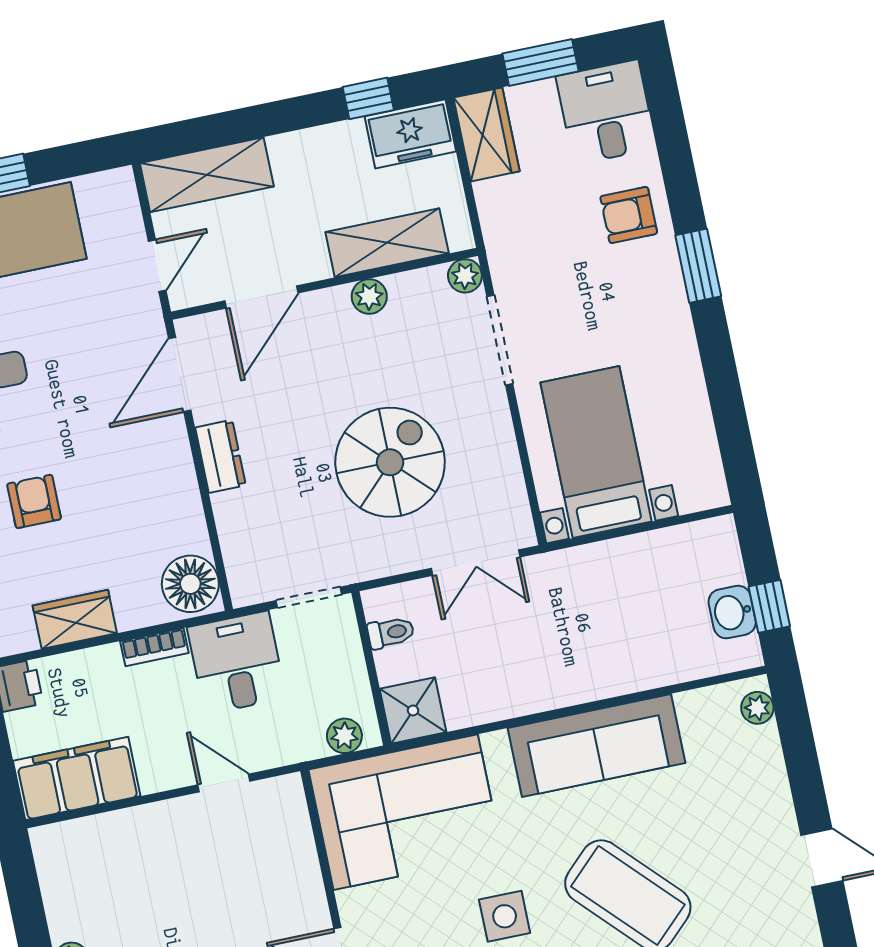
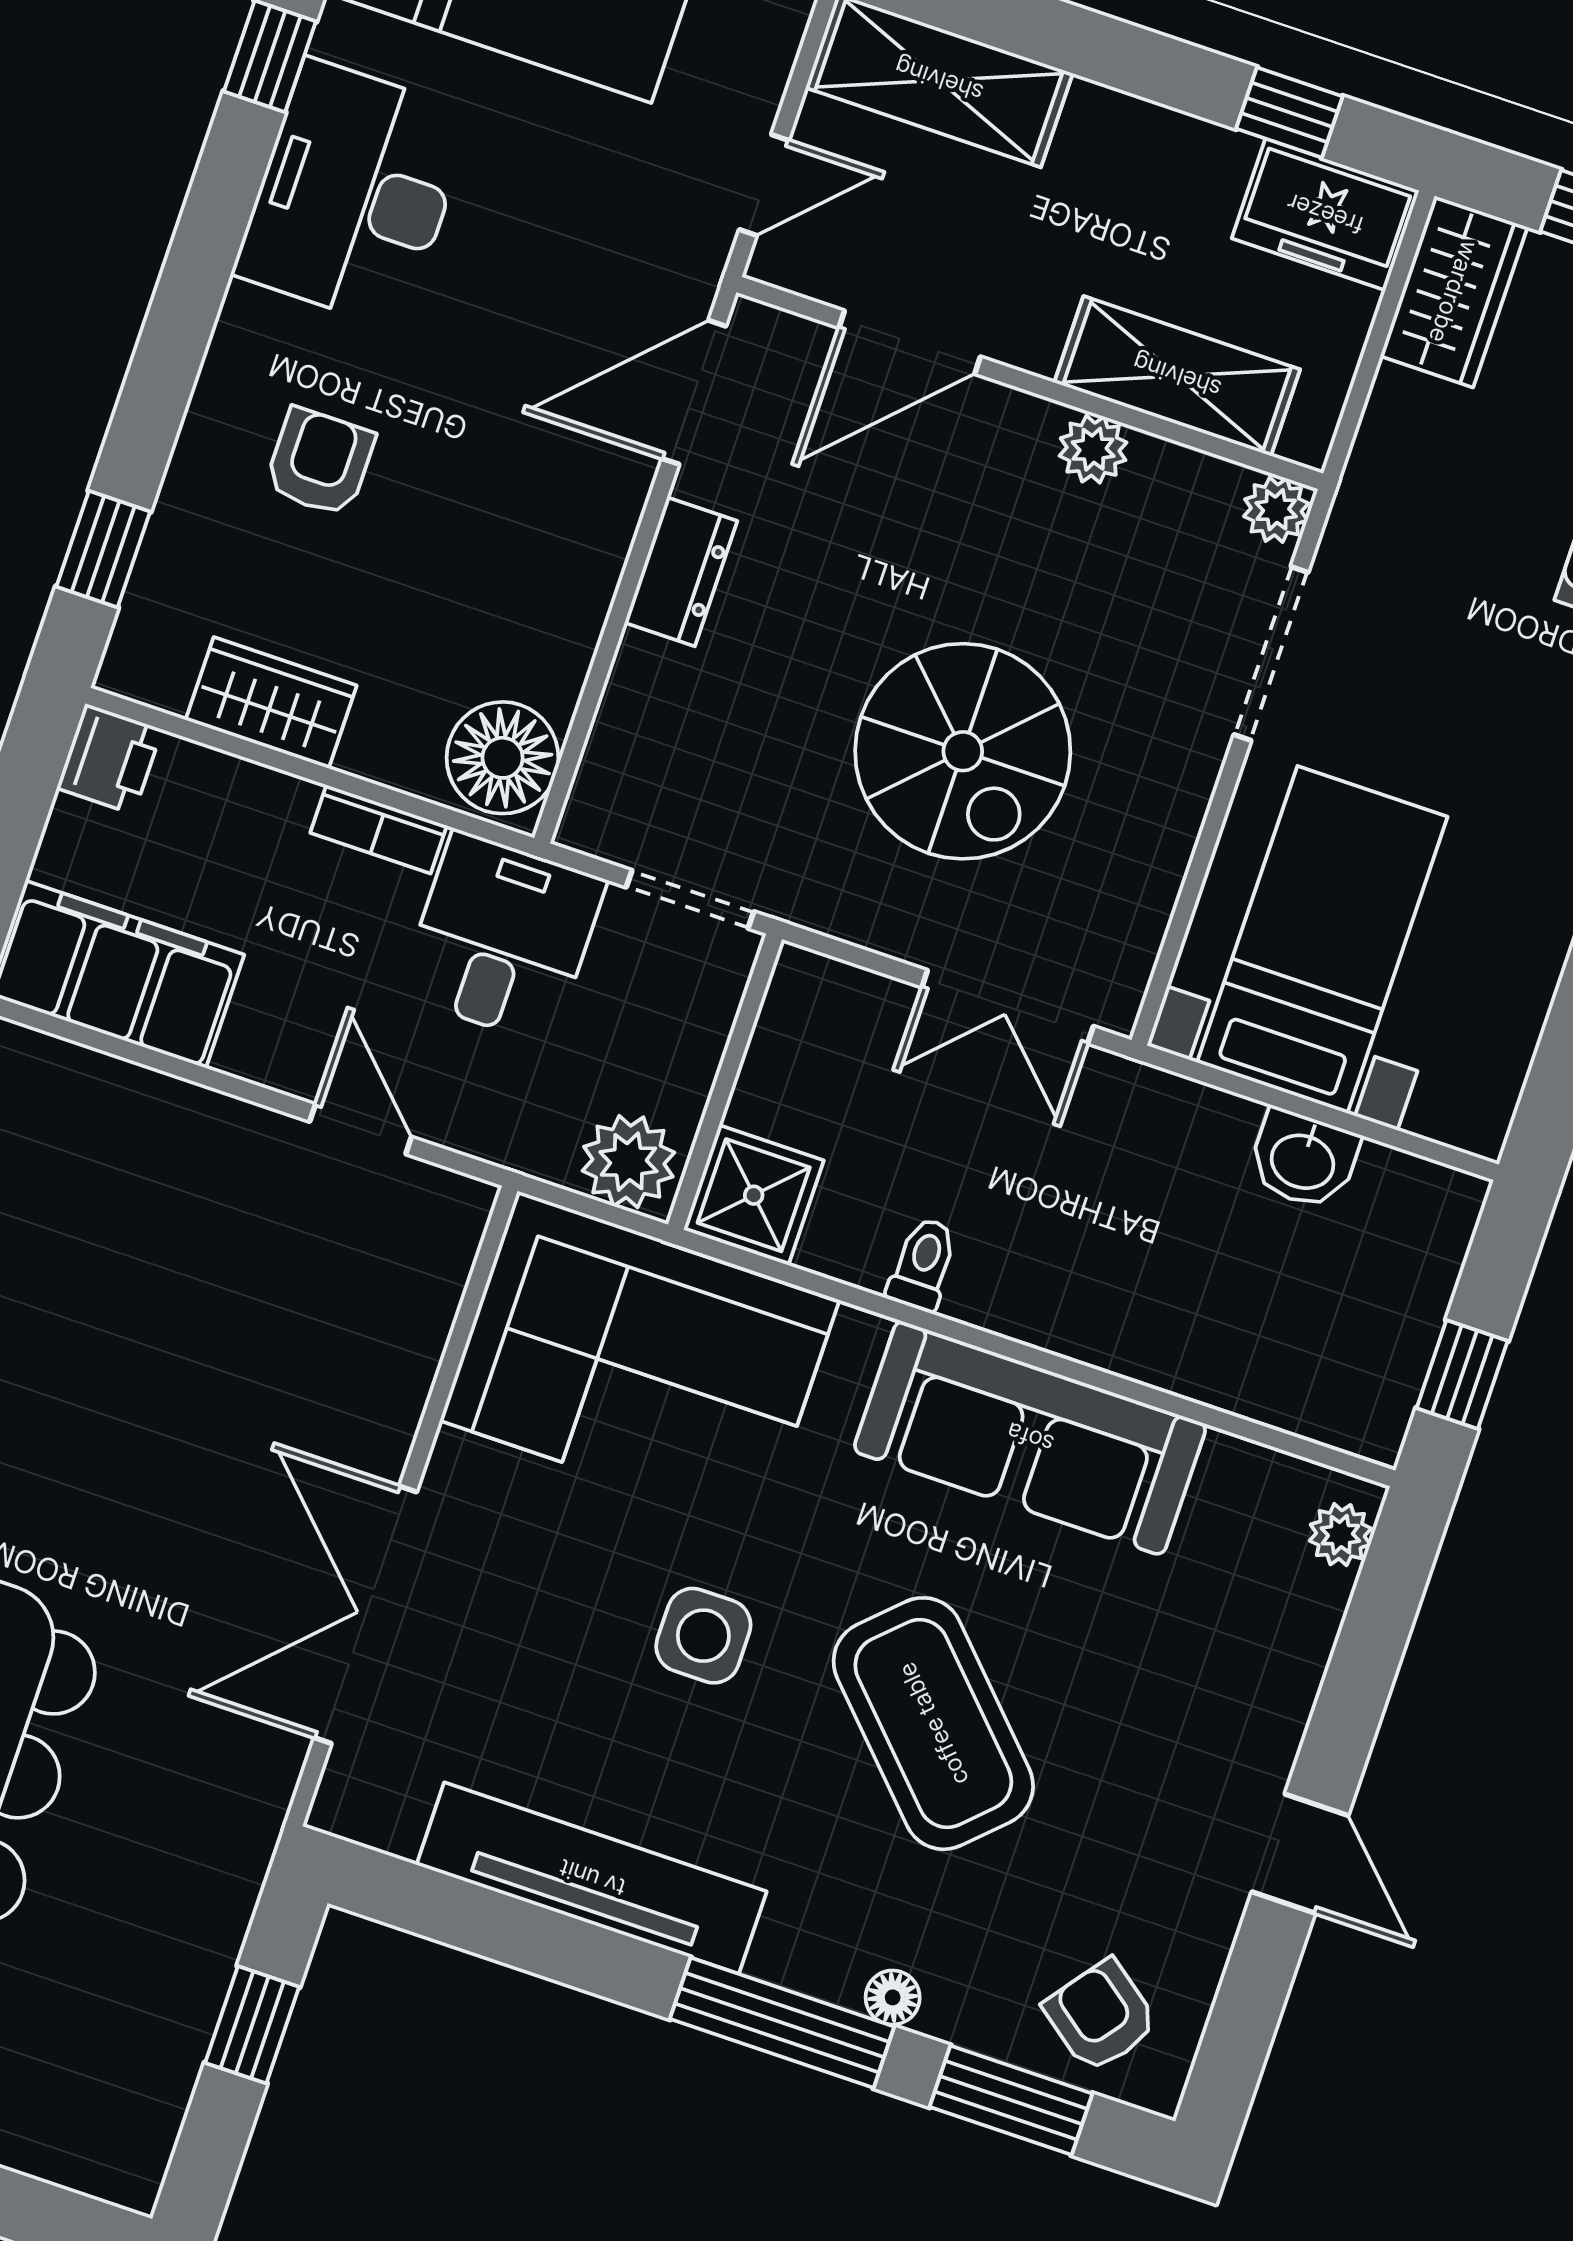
spiral stairs: (390, 462) -> (963, 751), turned 90
washbasin: (732, 612) -> (1303, 1159), moved, turned -90
toilet: (391, 633) -> (923, 1264), moved, turned -90
plant: (344, 736) -> (628, 1162), width x1.38, depth x1.38

